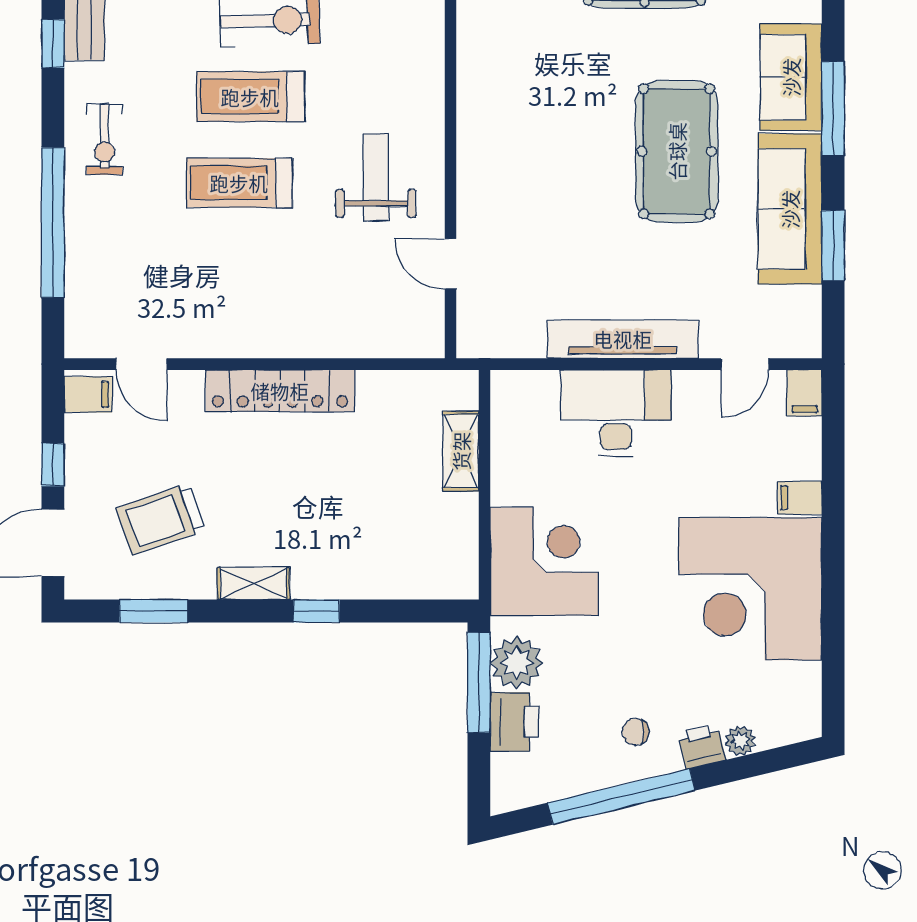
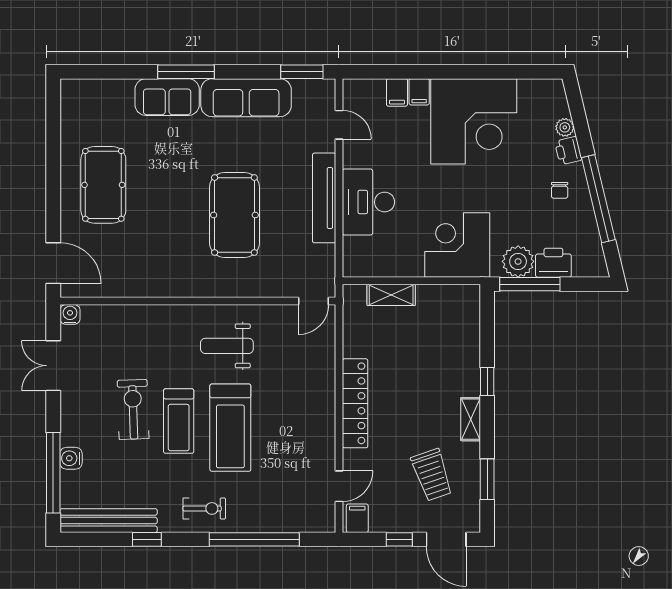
pool table: (677, 151) -> (234, 215), moved, turned 90
treadmill: (239, 183) -> (230, 428), width x1.37, depth x1.38
window: (833, 246) -> (302, 72), moved
door: (451, 264) -> (313, 301), moved
filing cabinet: (804, 393) -> (397, 92), moved, turned 90

